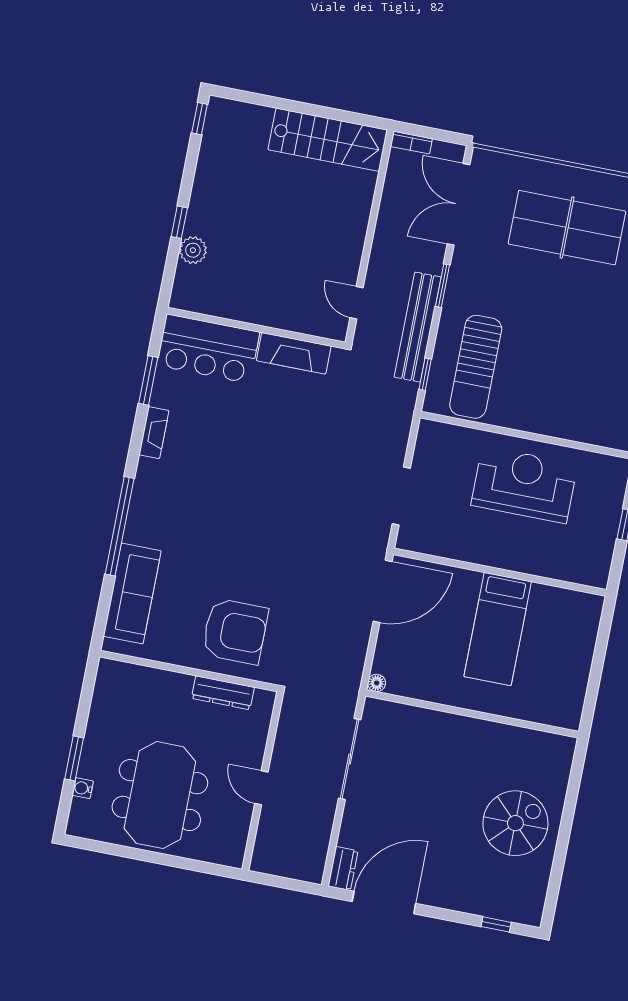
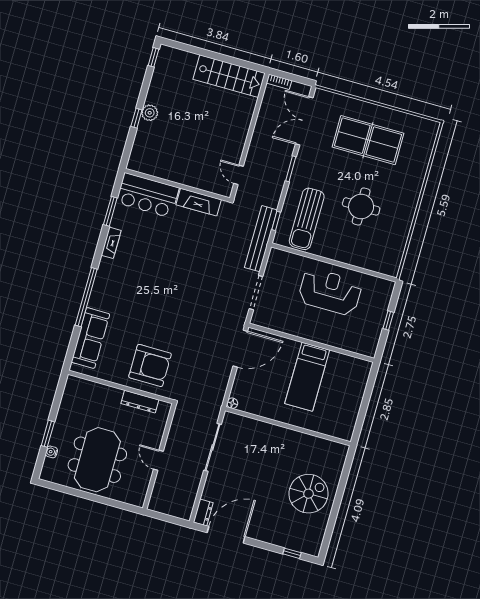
plant: (193, 250) -> (150, 113), moved
bench: (418, 327) -> (261, 239), moved
round table: (564, 339) -> (361, 206), added

